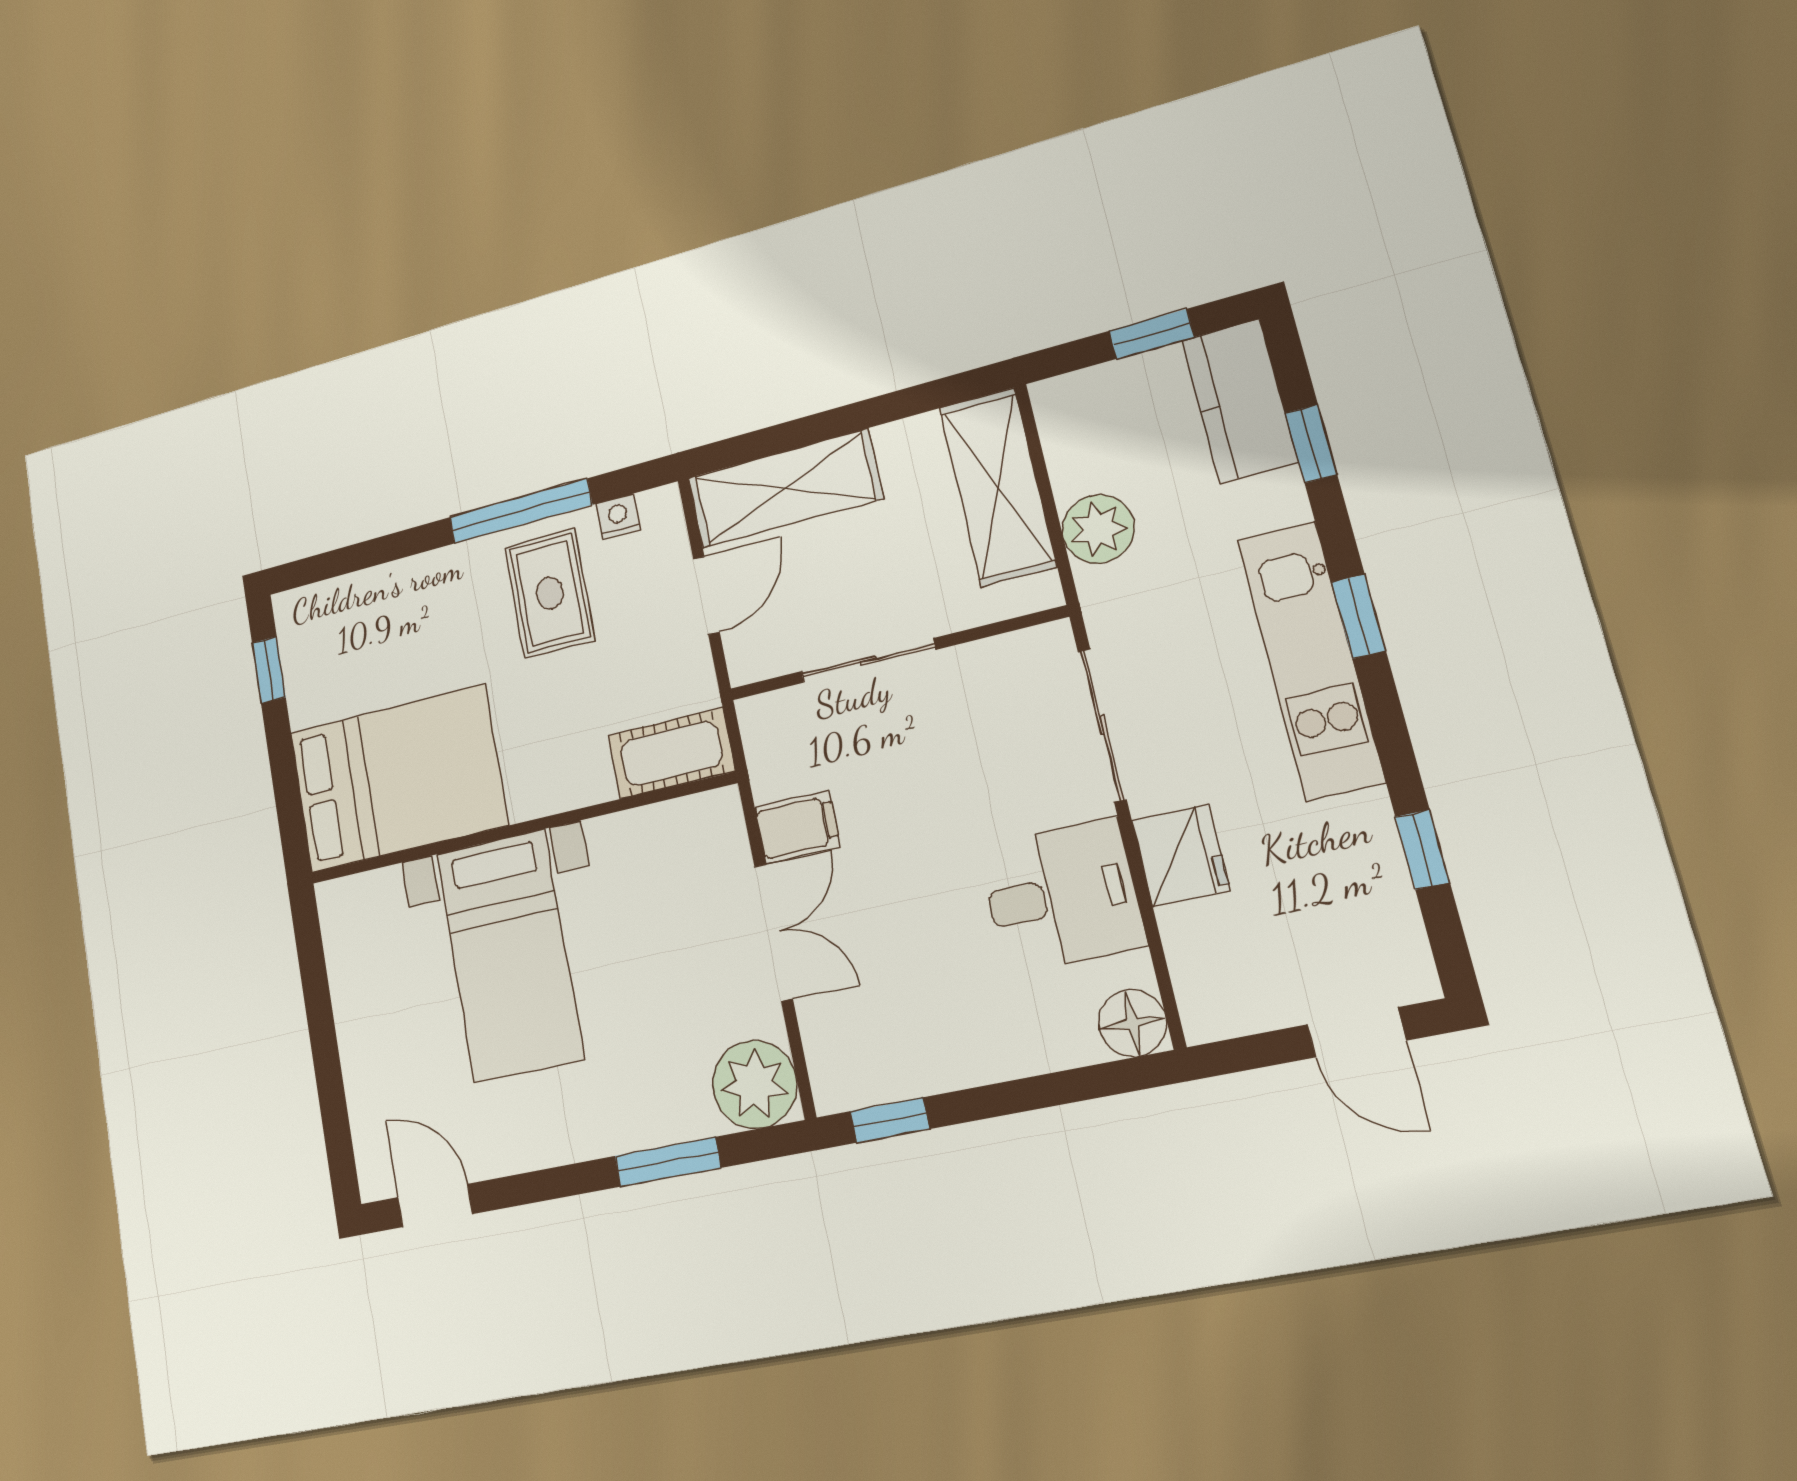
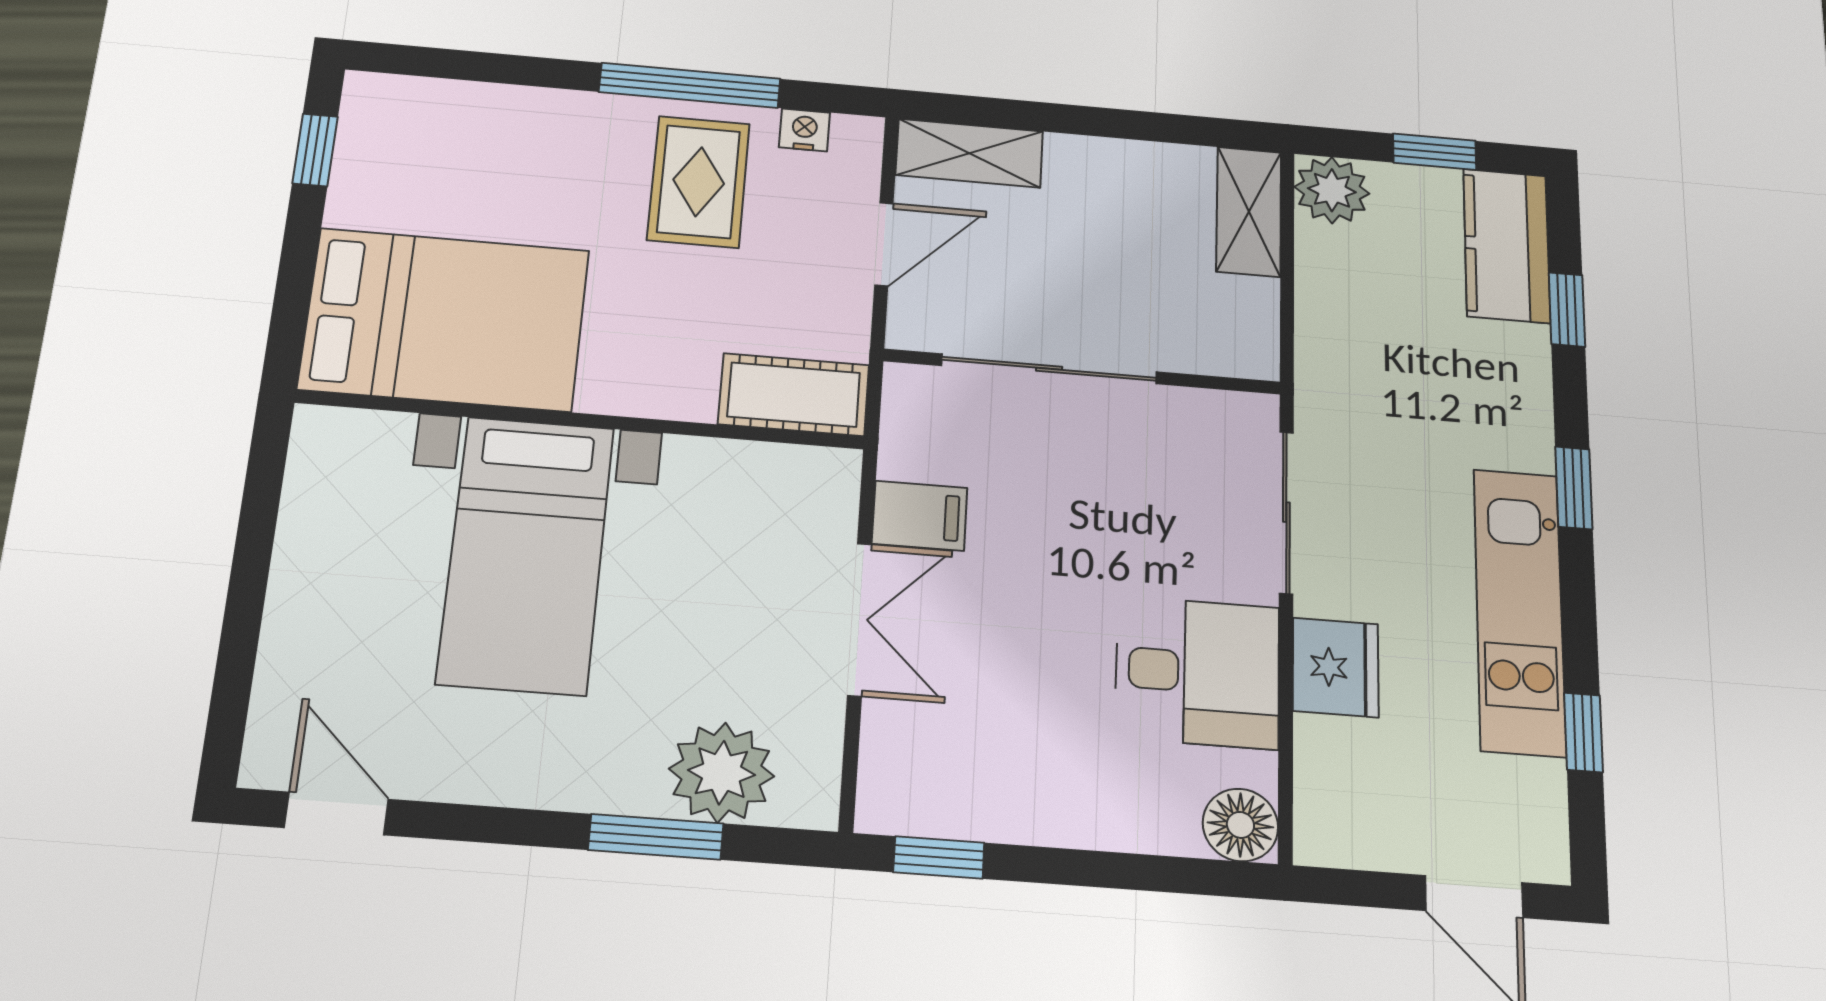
shelving: (998, 486) -> (1249, 212), width x0.67, depth x0.75
shelving: (785, 488) -> (969, 153), width x0.67, depth x0.75
plant: (1098, 529) -> (1332, 190), moved
kitchen unit: (1310, 660) -> (1519, 611), moved
sliding door: (868, 661) -> (1049, 369), width x1.37
plant: (755, 1084) -> (721, 772), moved

